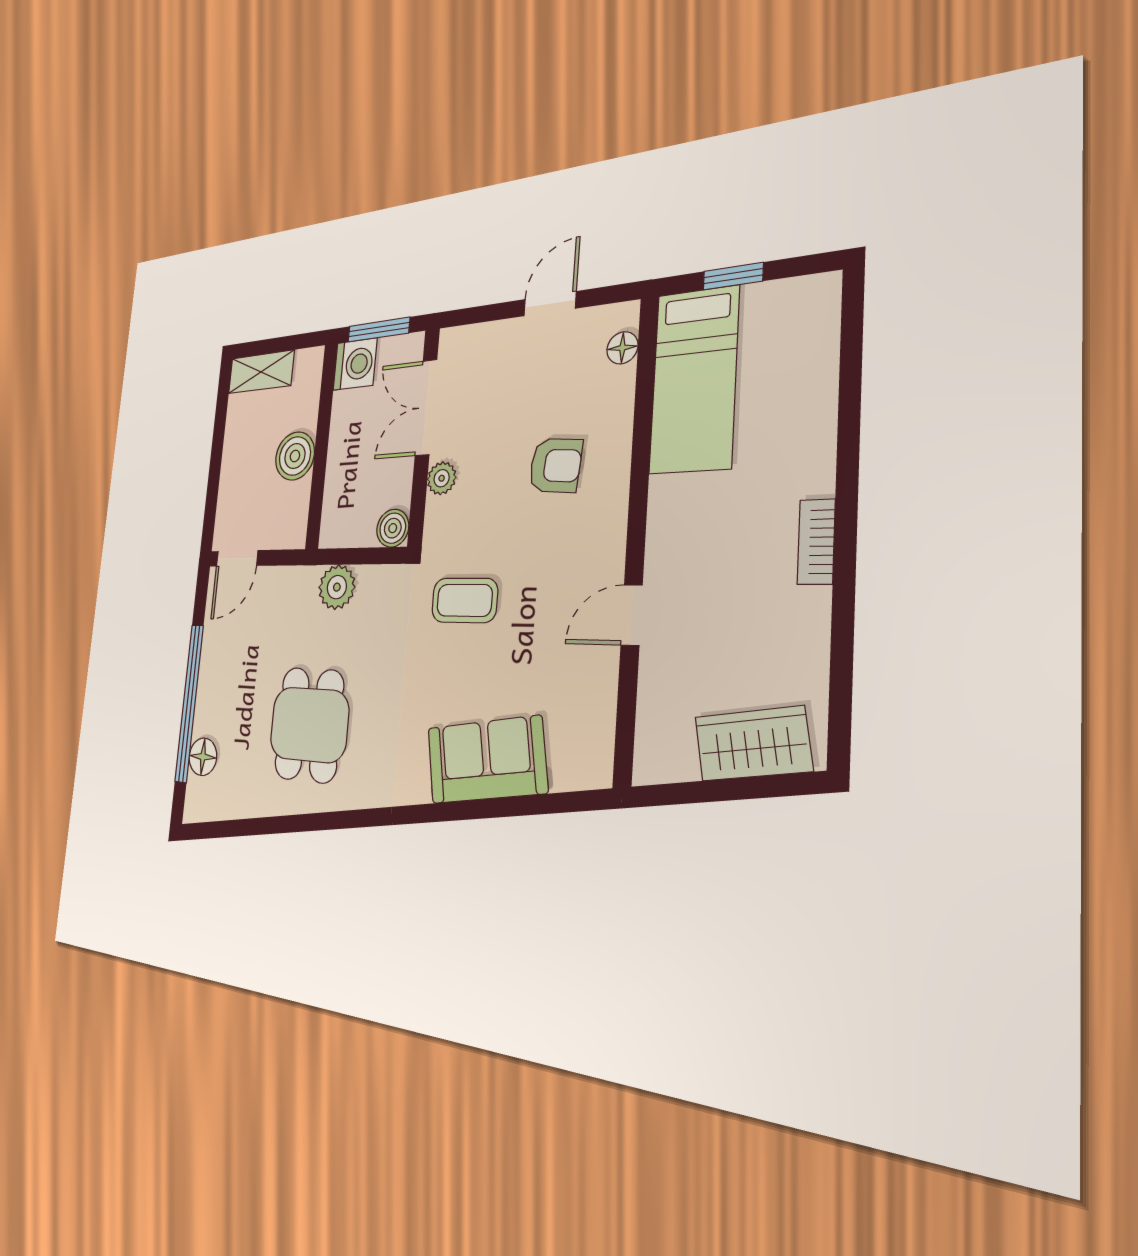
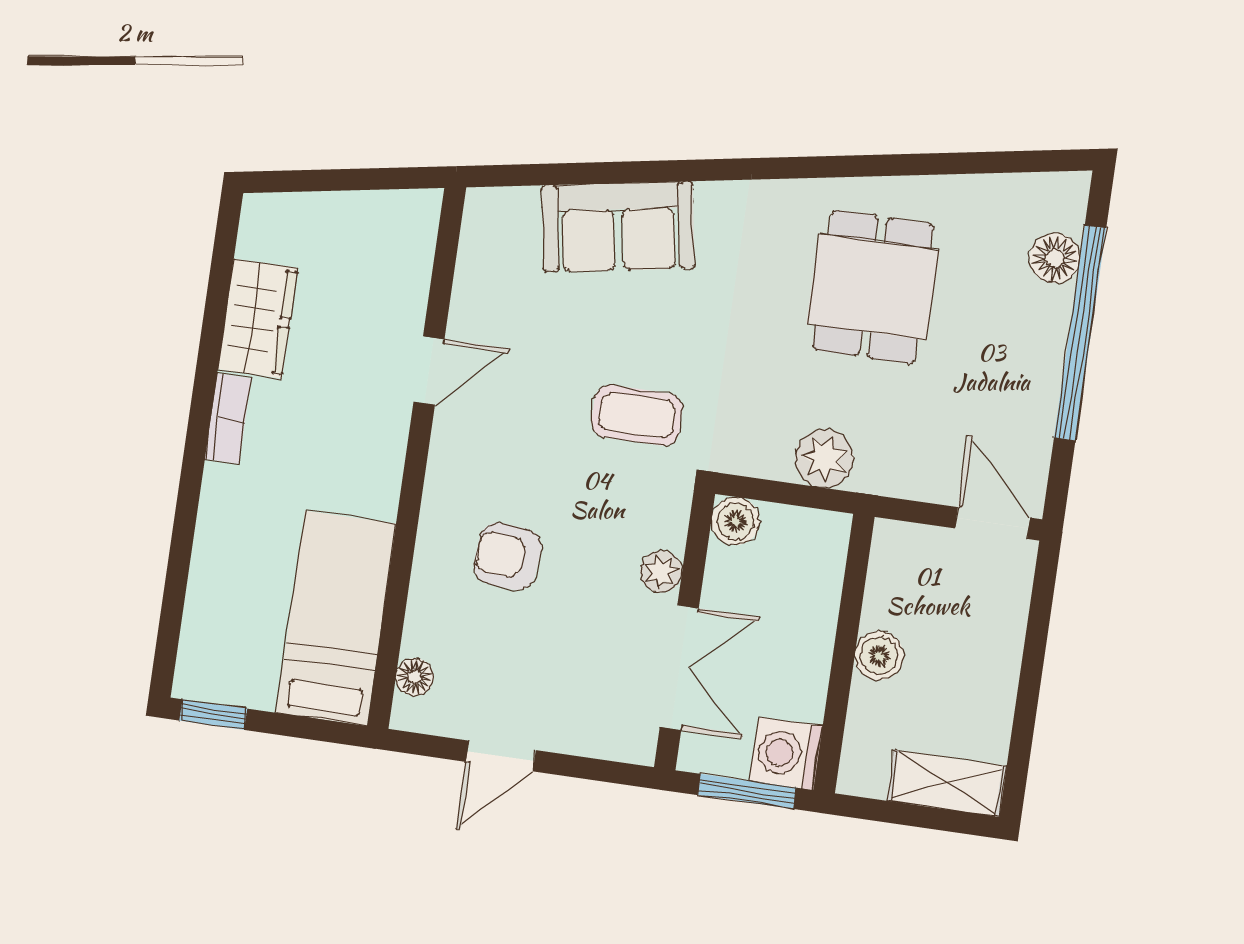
window: (733, 276) -> (213, 715), moved
boiler: (295, 456) -> (879, 656), width x0.73, depth x0.73
door: (237, 558) -> (993, 523), hinge flipped
wardrobe: (753, 744) -> (258, 319), moved, turned -80

